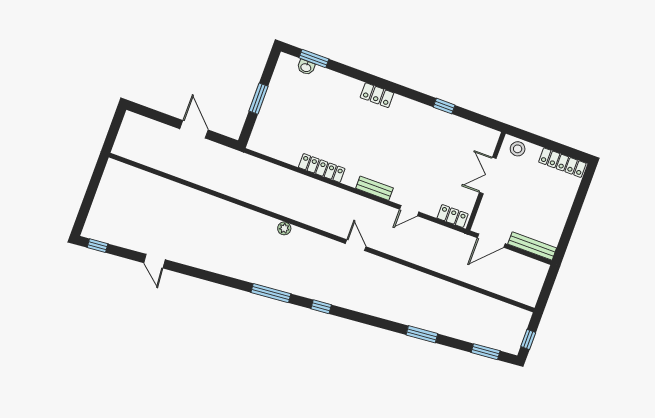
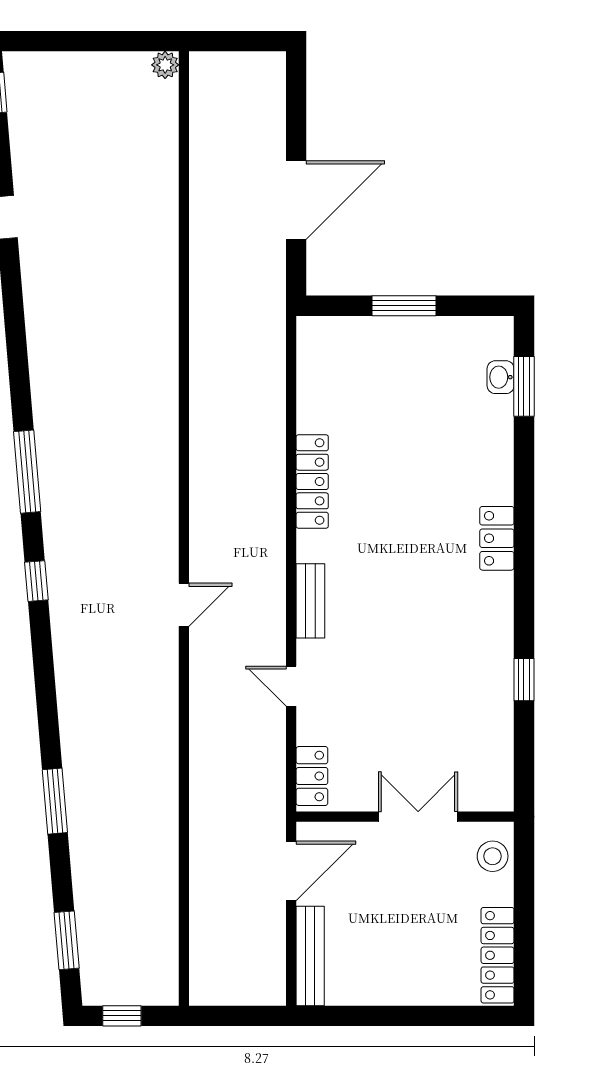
door: (194, 129) -> (296, 200), width x1.36
plant: (284, 228) -> (165, 65), moved
door: (491, 241) -> (291, 871), swing flipped

